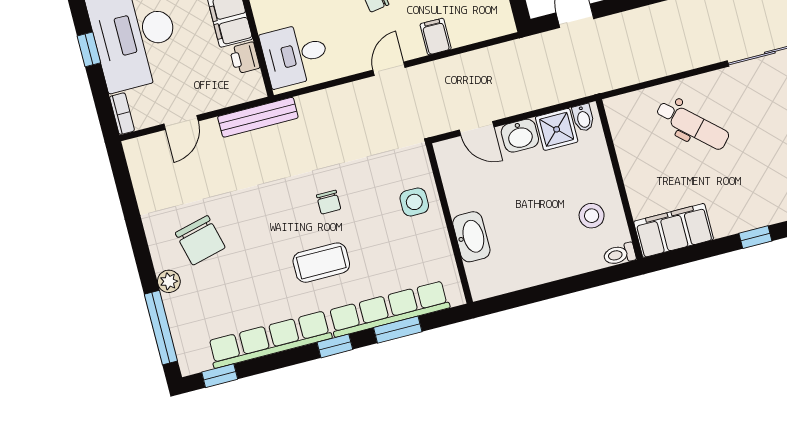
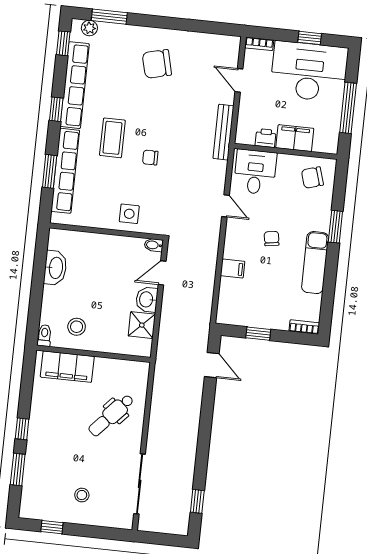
door: (389, 69) -> (225, 206), moved
bidet: (583, 118) -> (154, 245), moved
filing cabinet: (674, 230) -> (67, 367), moved, turned 90
washbasin: (471, 237) -> (55, 268), moved, turned -90
plant: (169, 281) -> (89, 28), moved
window: (161, 328) -> (109, 17), width x0.69
window: (335, 346) -> (56, 109), moved

